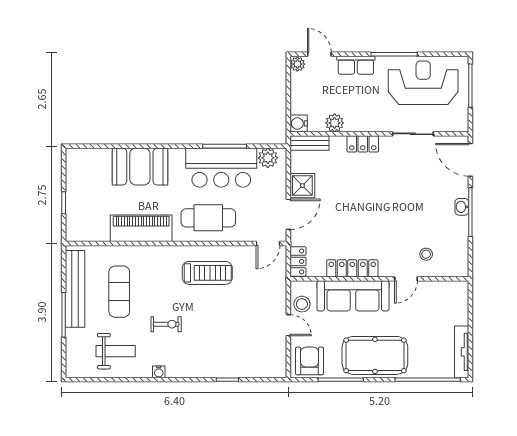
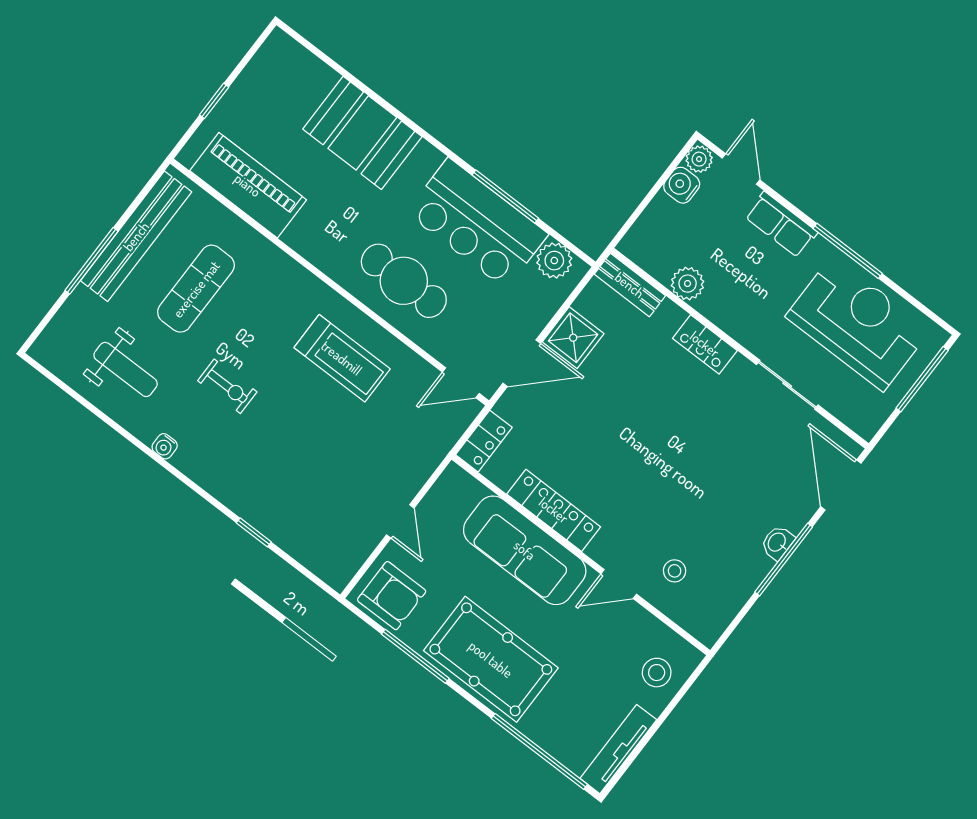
water cooler: (299, 123) -> (682, 185), moved
piano: (141, 228) -> (248, 185), moved
stool: (302, 304) -> (657, 673), moved
armchair: (310, 361) -> (392, 596), turned 90

